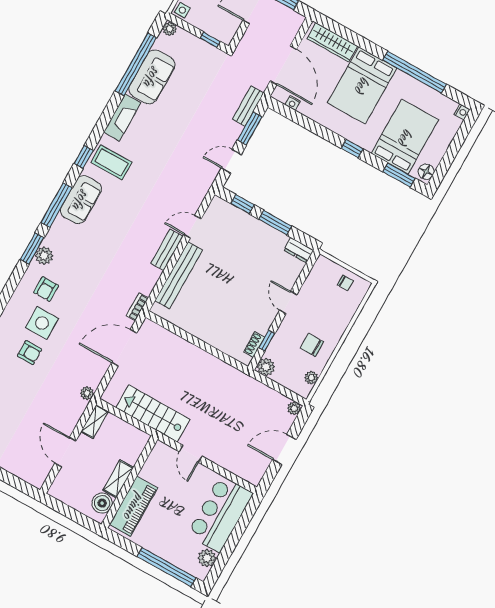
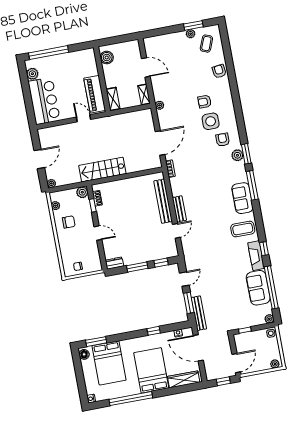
bench: (248, 106) -> (199, 313), width x1.36
window: (352, 149) -> (154, 331), moved
window: (84, 157) -> (264, 249), moved
stairs: (153, 414) -> (102, 170), moved, turned 180
shelving: (118, 479) -> (113, 99), moved
piano: (134, 506) -> (95, 94), moved

